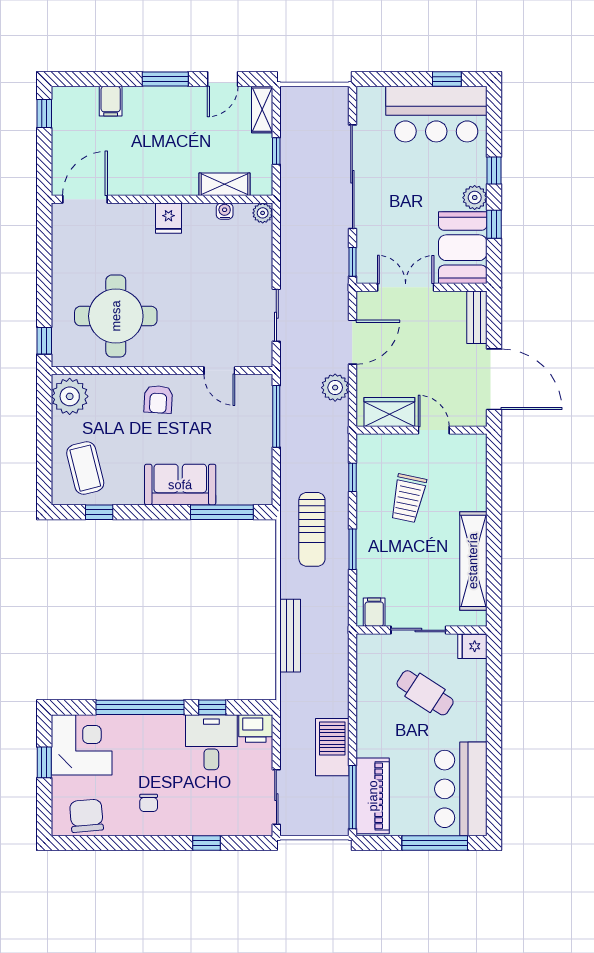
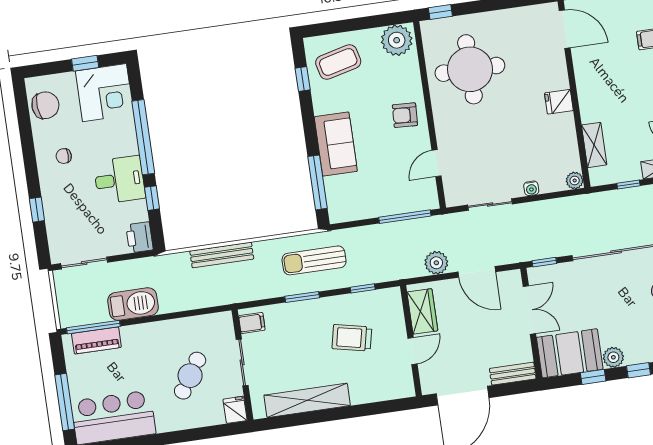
water cooler: (225, 211) -> (531, 188), moved, turned 90
desk: (211, 742) -> (119, 180), moved
piano: (373, 796) -> (96, 340), width x0.73, depth x0.75

